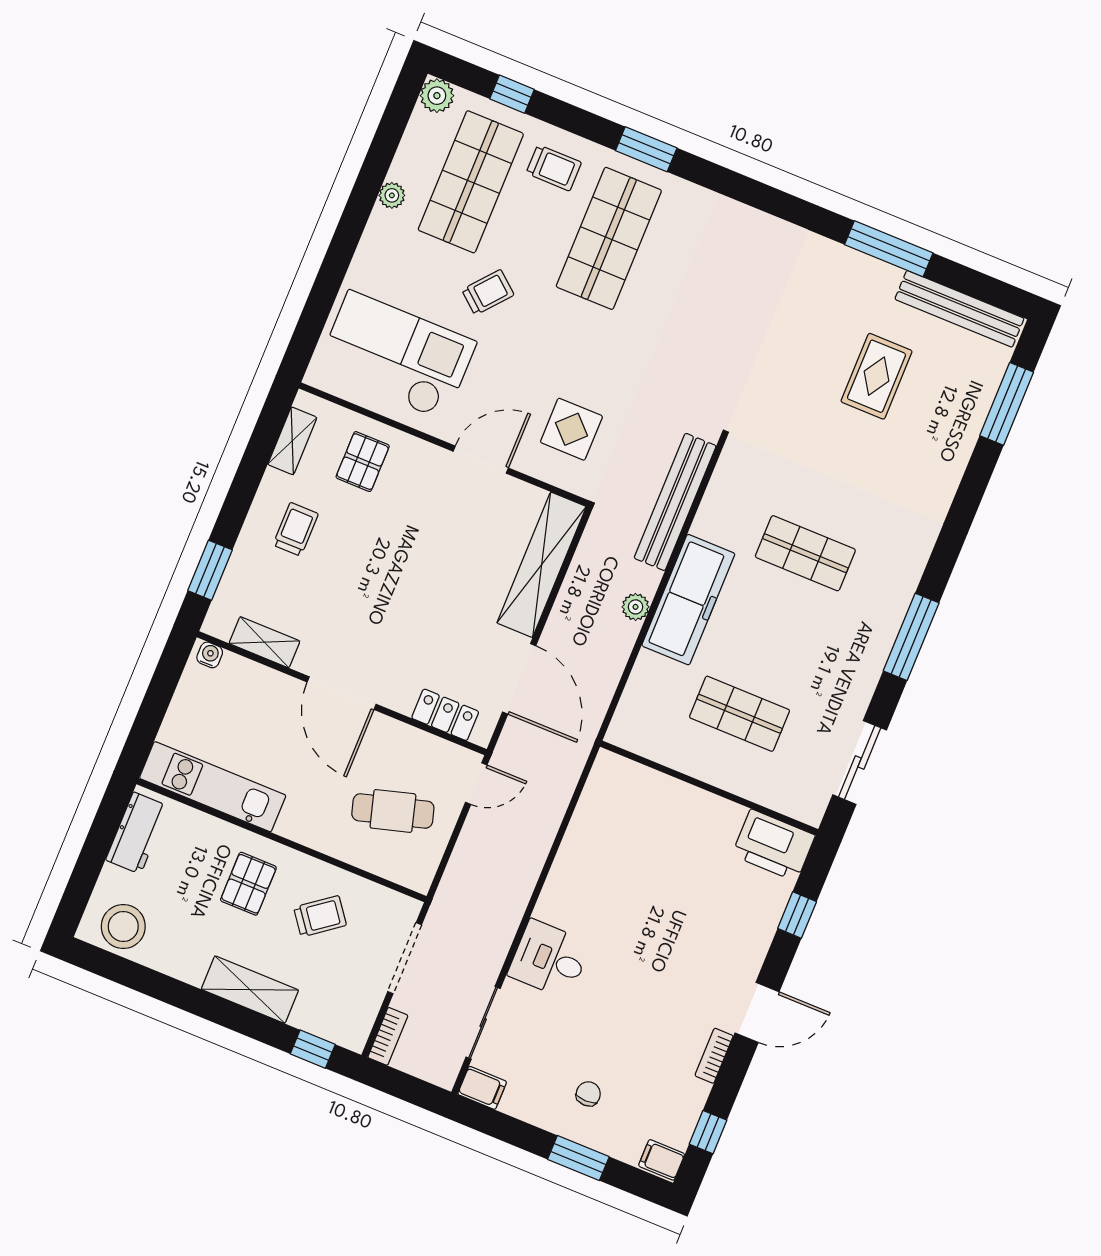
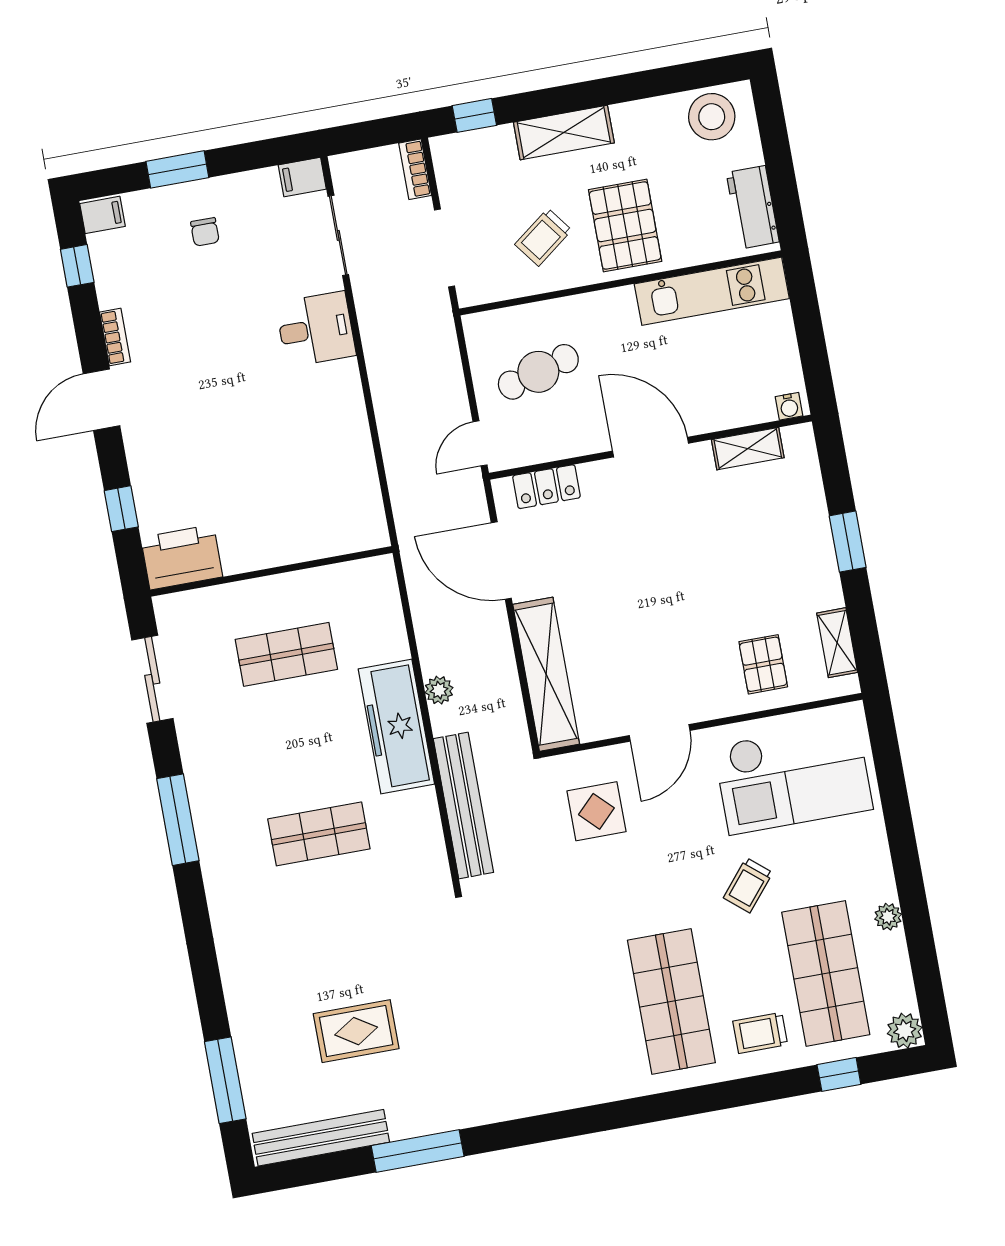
window: (646, 149) -> (689, 1102), removed
rug: (877, 376) -> (356, 1031), turned 90
trolley: (296, 529) -> (784, 566), removed
window: (210, 570) -> (848, 542), moved
pallet: (248, 884) -> (625, 225), width x1.50, depth x1.42

